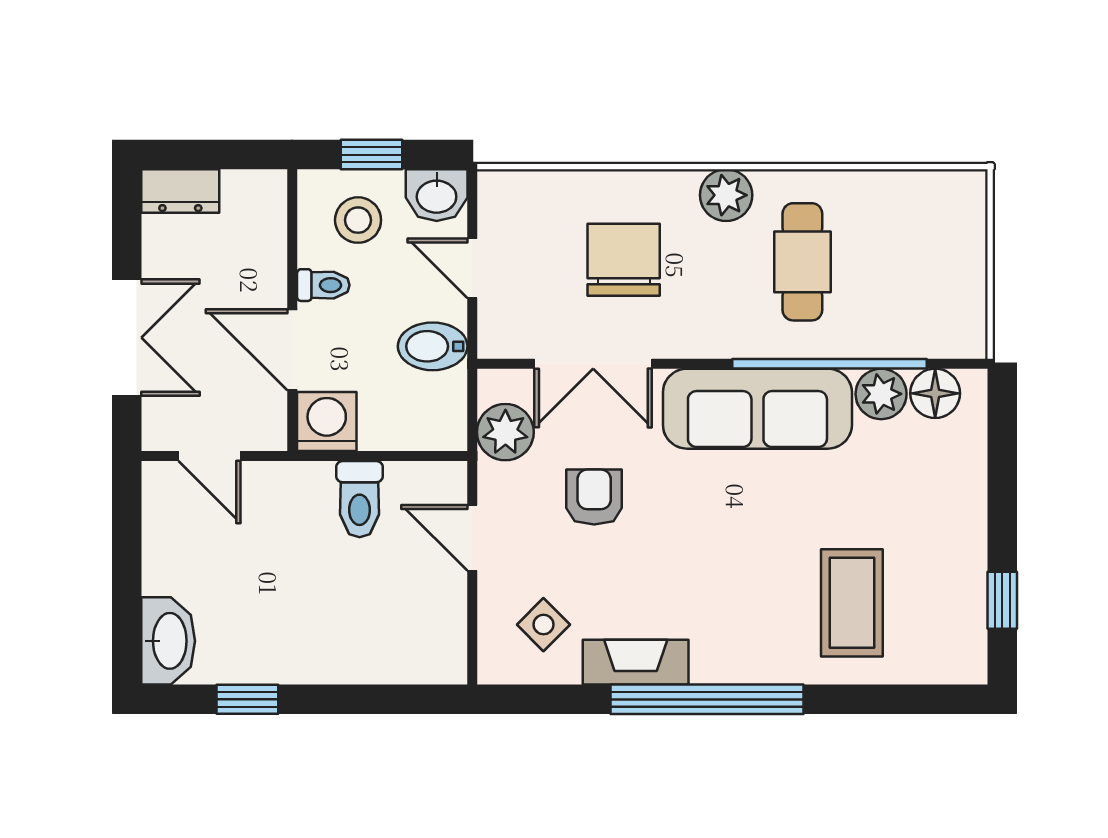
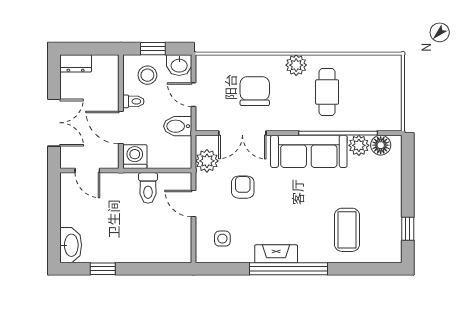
side table: (543, 625) -> (222, 239), turned 45
fireplace: (636, 662) -> (276, 254), moved

